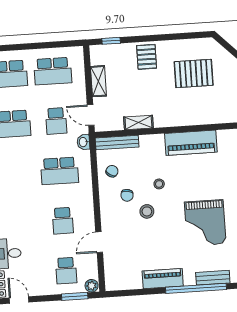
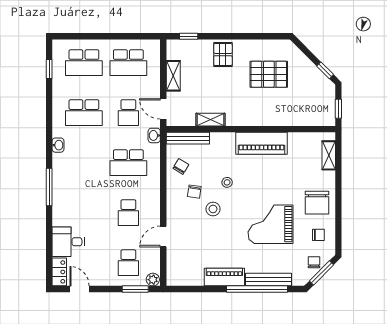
grand piano: (205, 223) -> (271, 224), turned 90
bench: (213, 278) -> (268, 280), width x1.36

